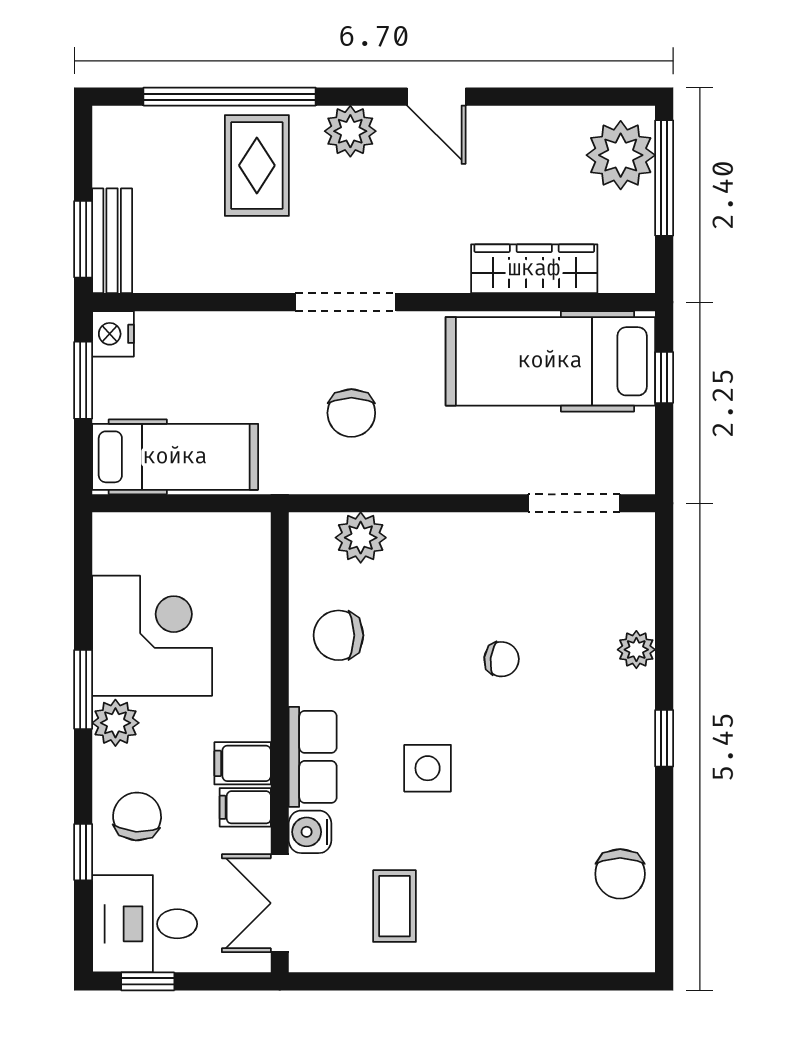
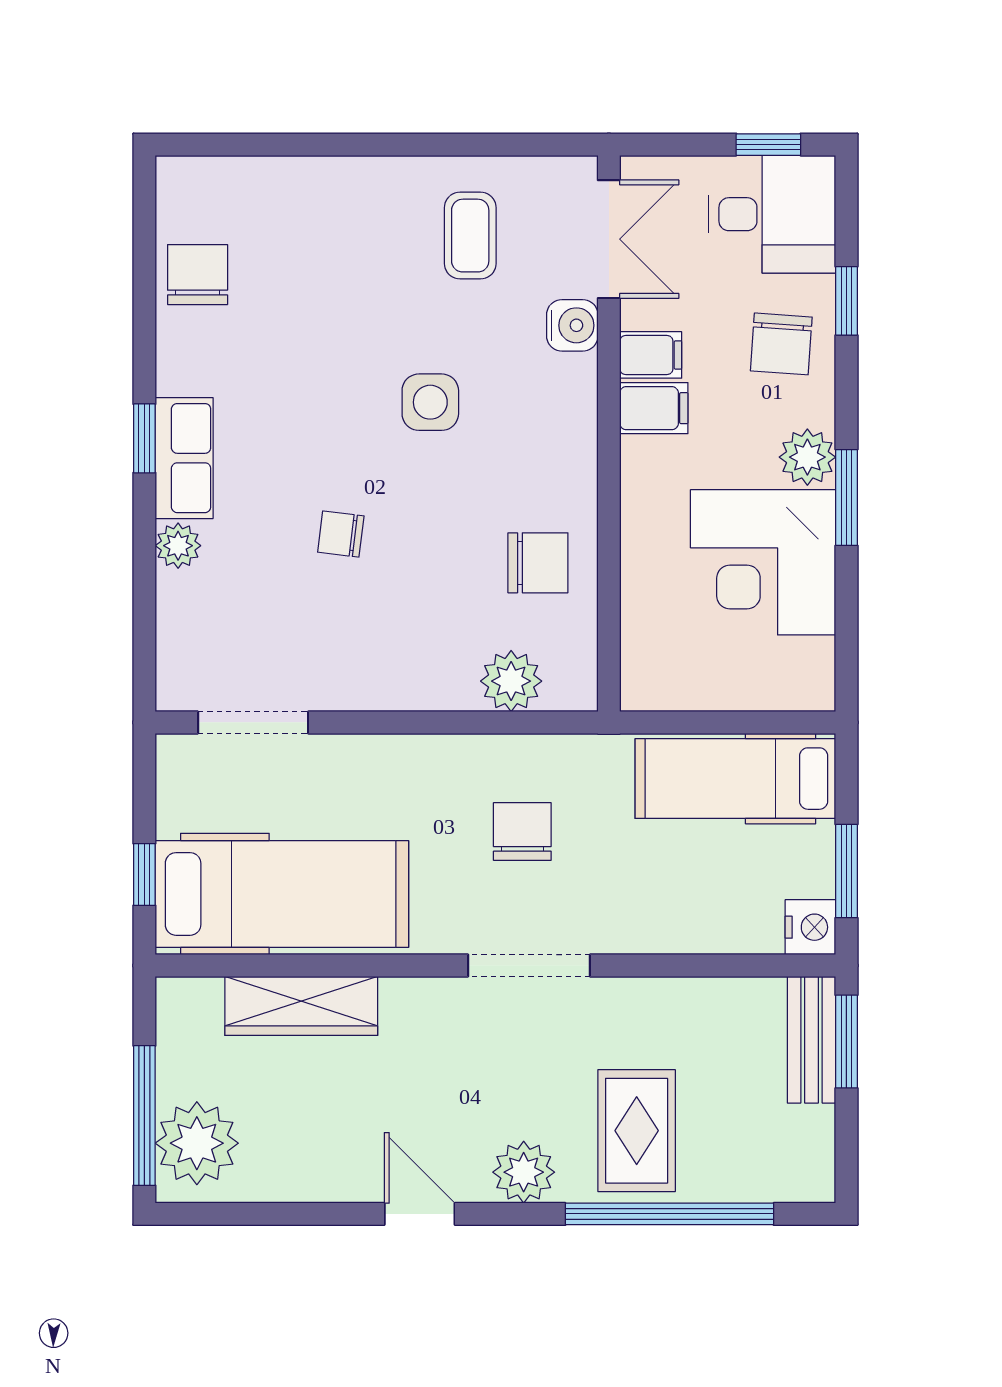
row of seats: (313, 757) -> (184, 458), moved, turned 180

